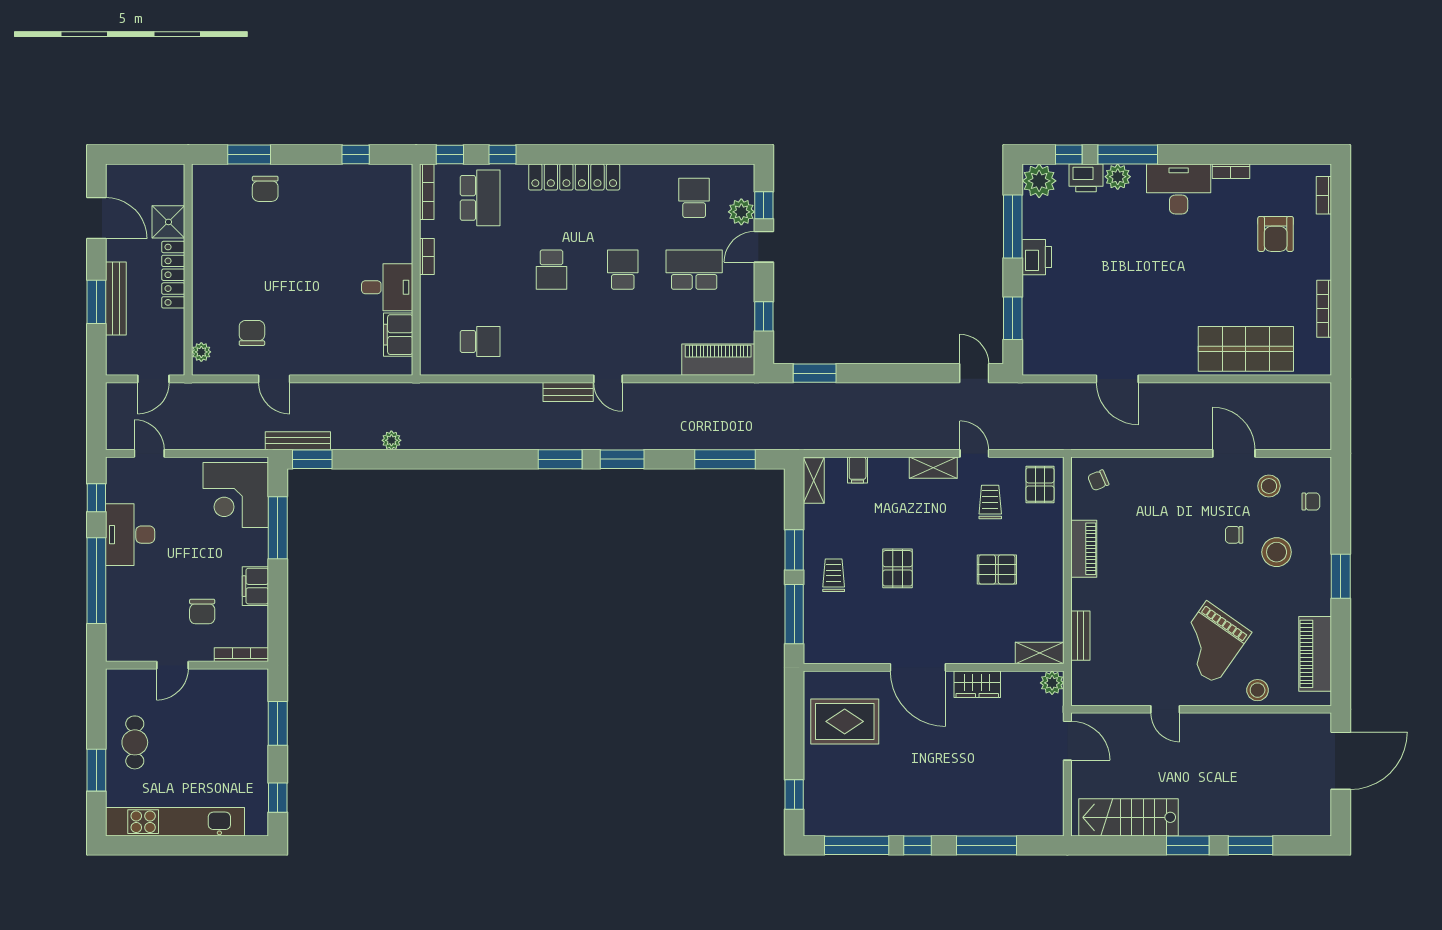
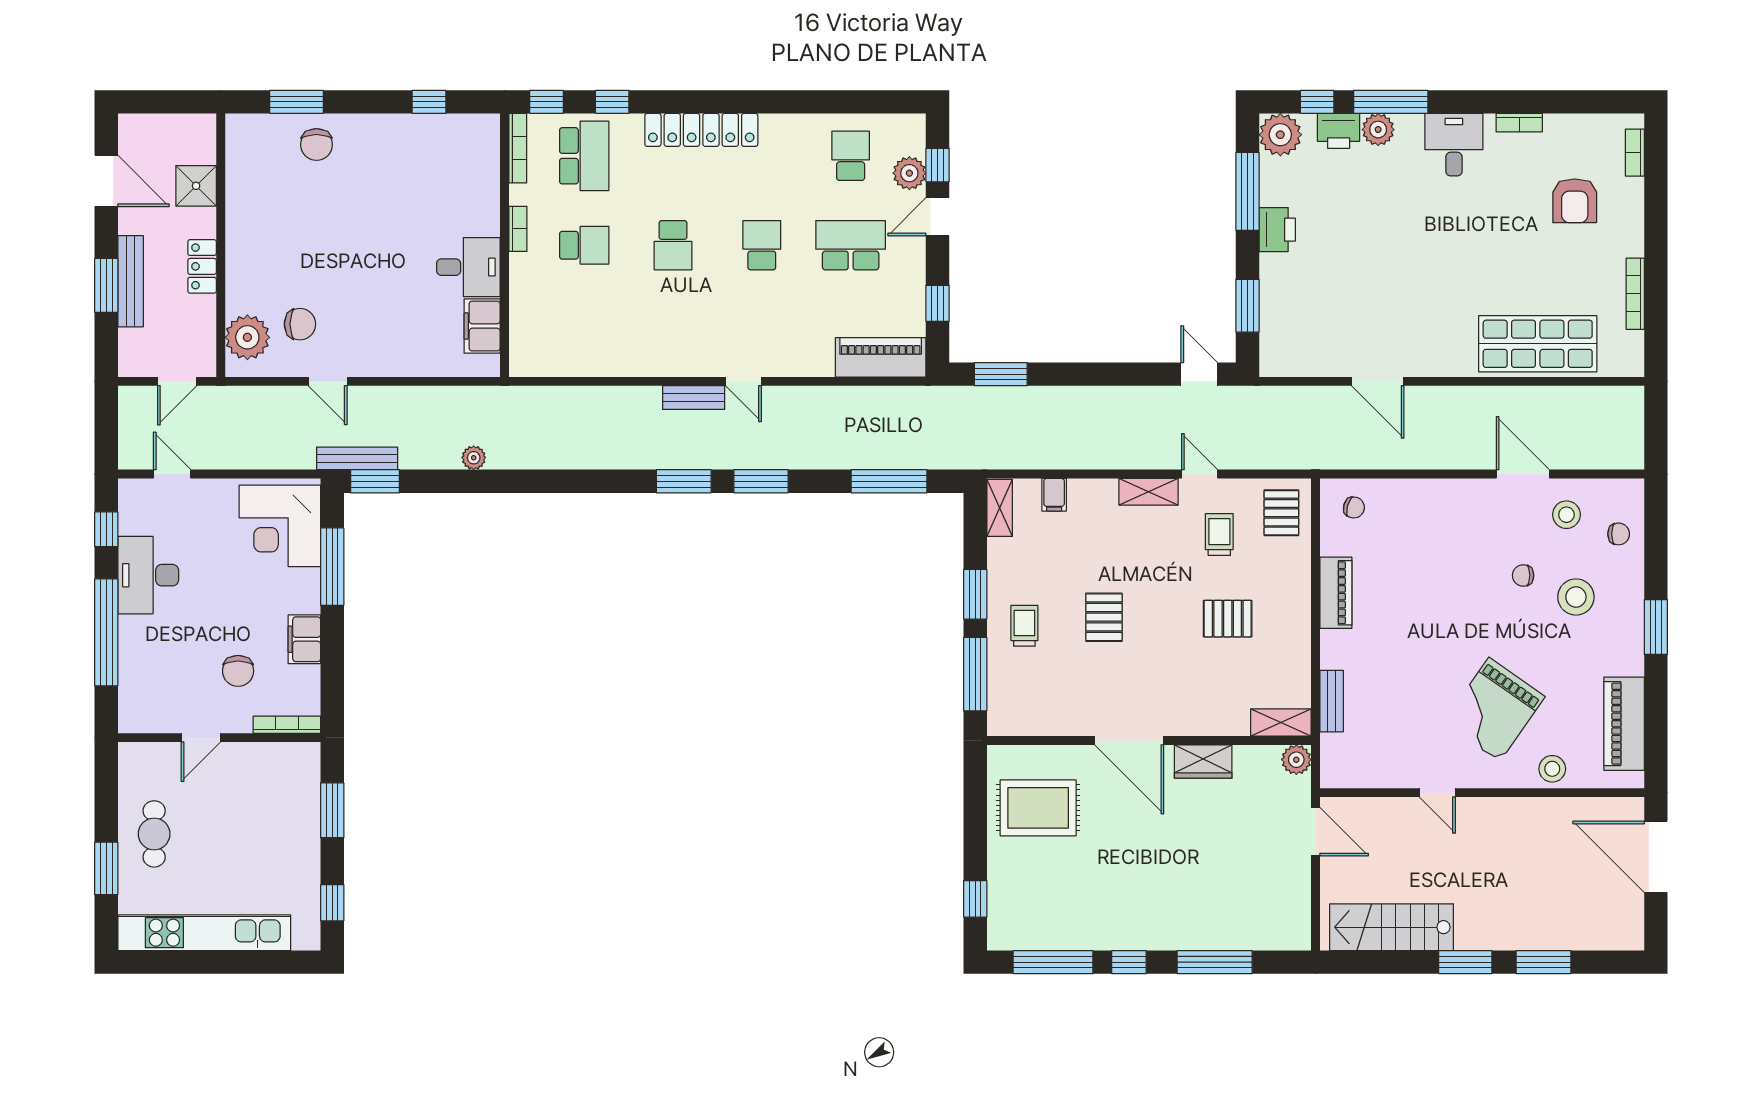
desk: (1179, 189) -> (1454, 145), width x0.73
locker: (173, 275) -> (202, 266), width x0.66
chair: (252, 333) -> (300, 324), turned 90
school desk: (480, 341) -> (584, 245), moved
plant: (201, 352) -> (247, 337), width x1.87, depth x1.87
chair: (1098, 480) -> (1354, 508), turned -142
door: (1341, 761) -> (1656, 857), swing flipped

